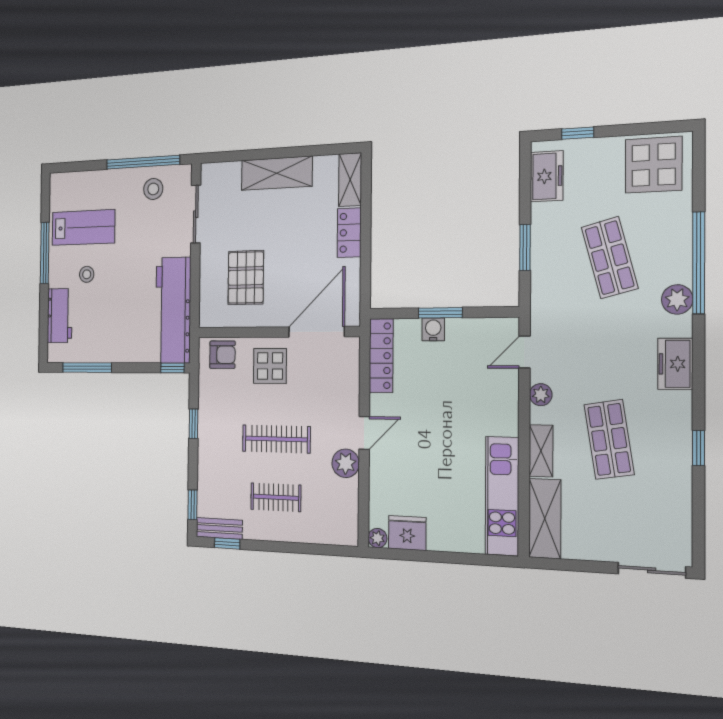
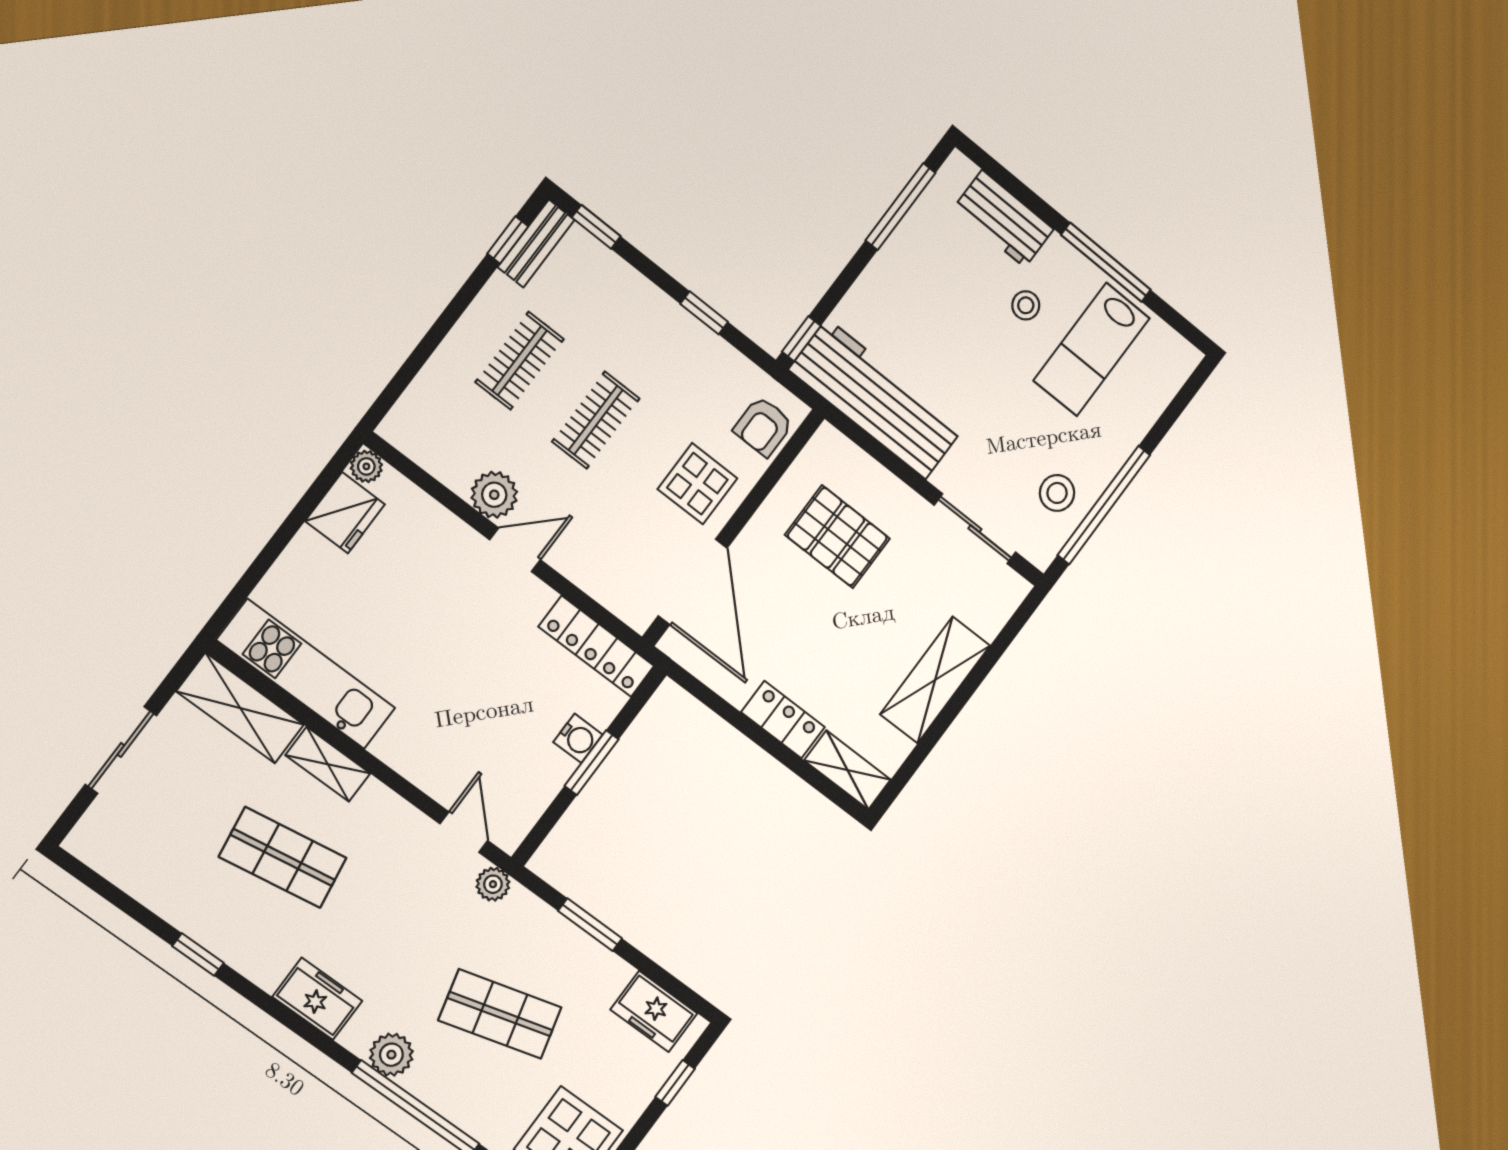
plant: (541, 395) -> (493, 884), moved
door: (364, 433) -> (515, 550), swing flipped
clothes rail: (276, 439) -> (596, 420), width x0.73
sliding door: (652, 570) -> (121, 750), moved

